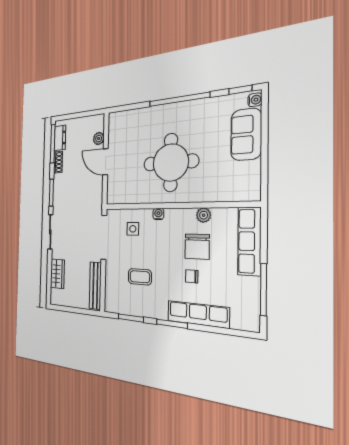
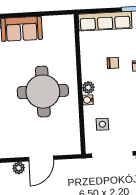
plant: (204, 215) -> (88, 87), moved
chair: (197, 247) -> (113, 63), width x0.54, depth x0.54

